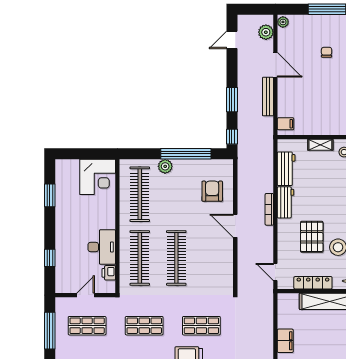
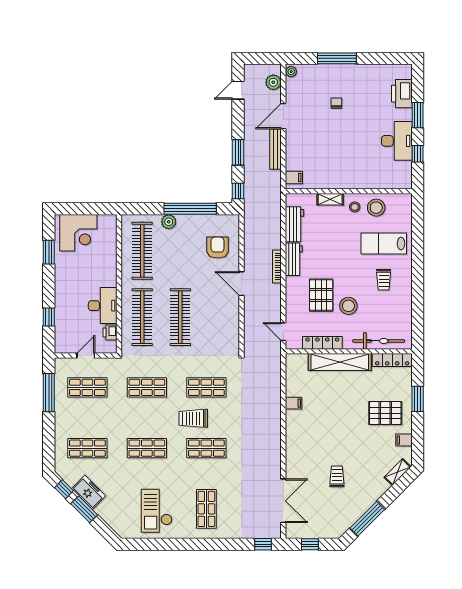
door: (275, 65) -> (283, 116), swing flipped
corner desk: (98, 177) -> (78, 233), moved
filing cabinet: (285, 341) -> (294, 403), width x0.50

